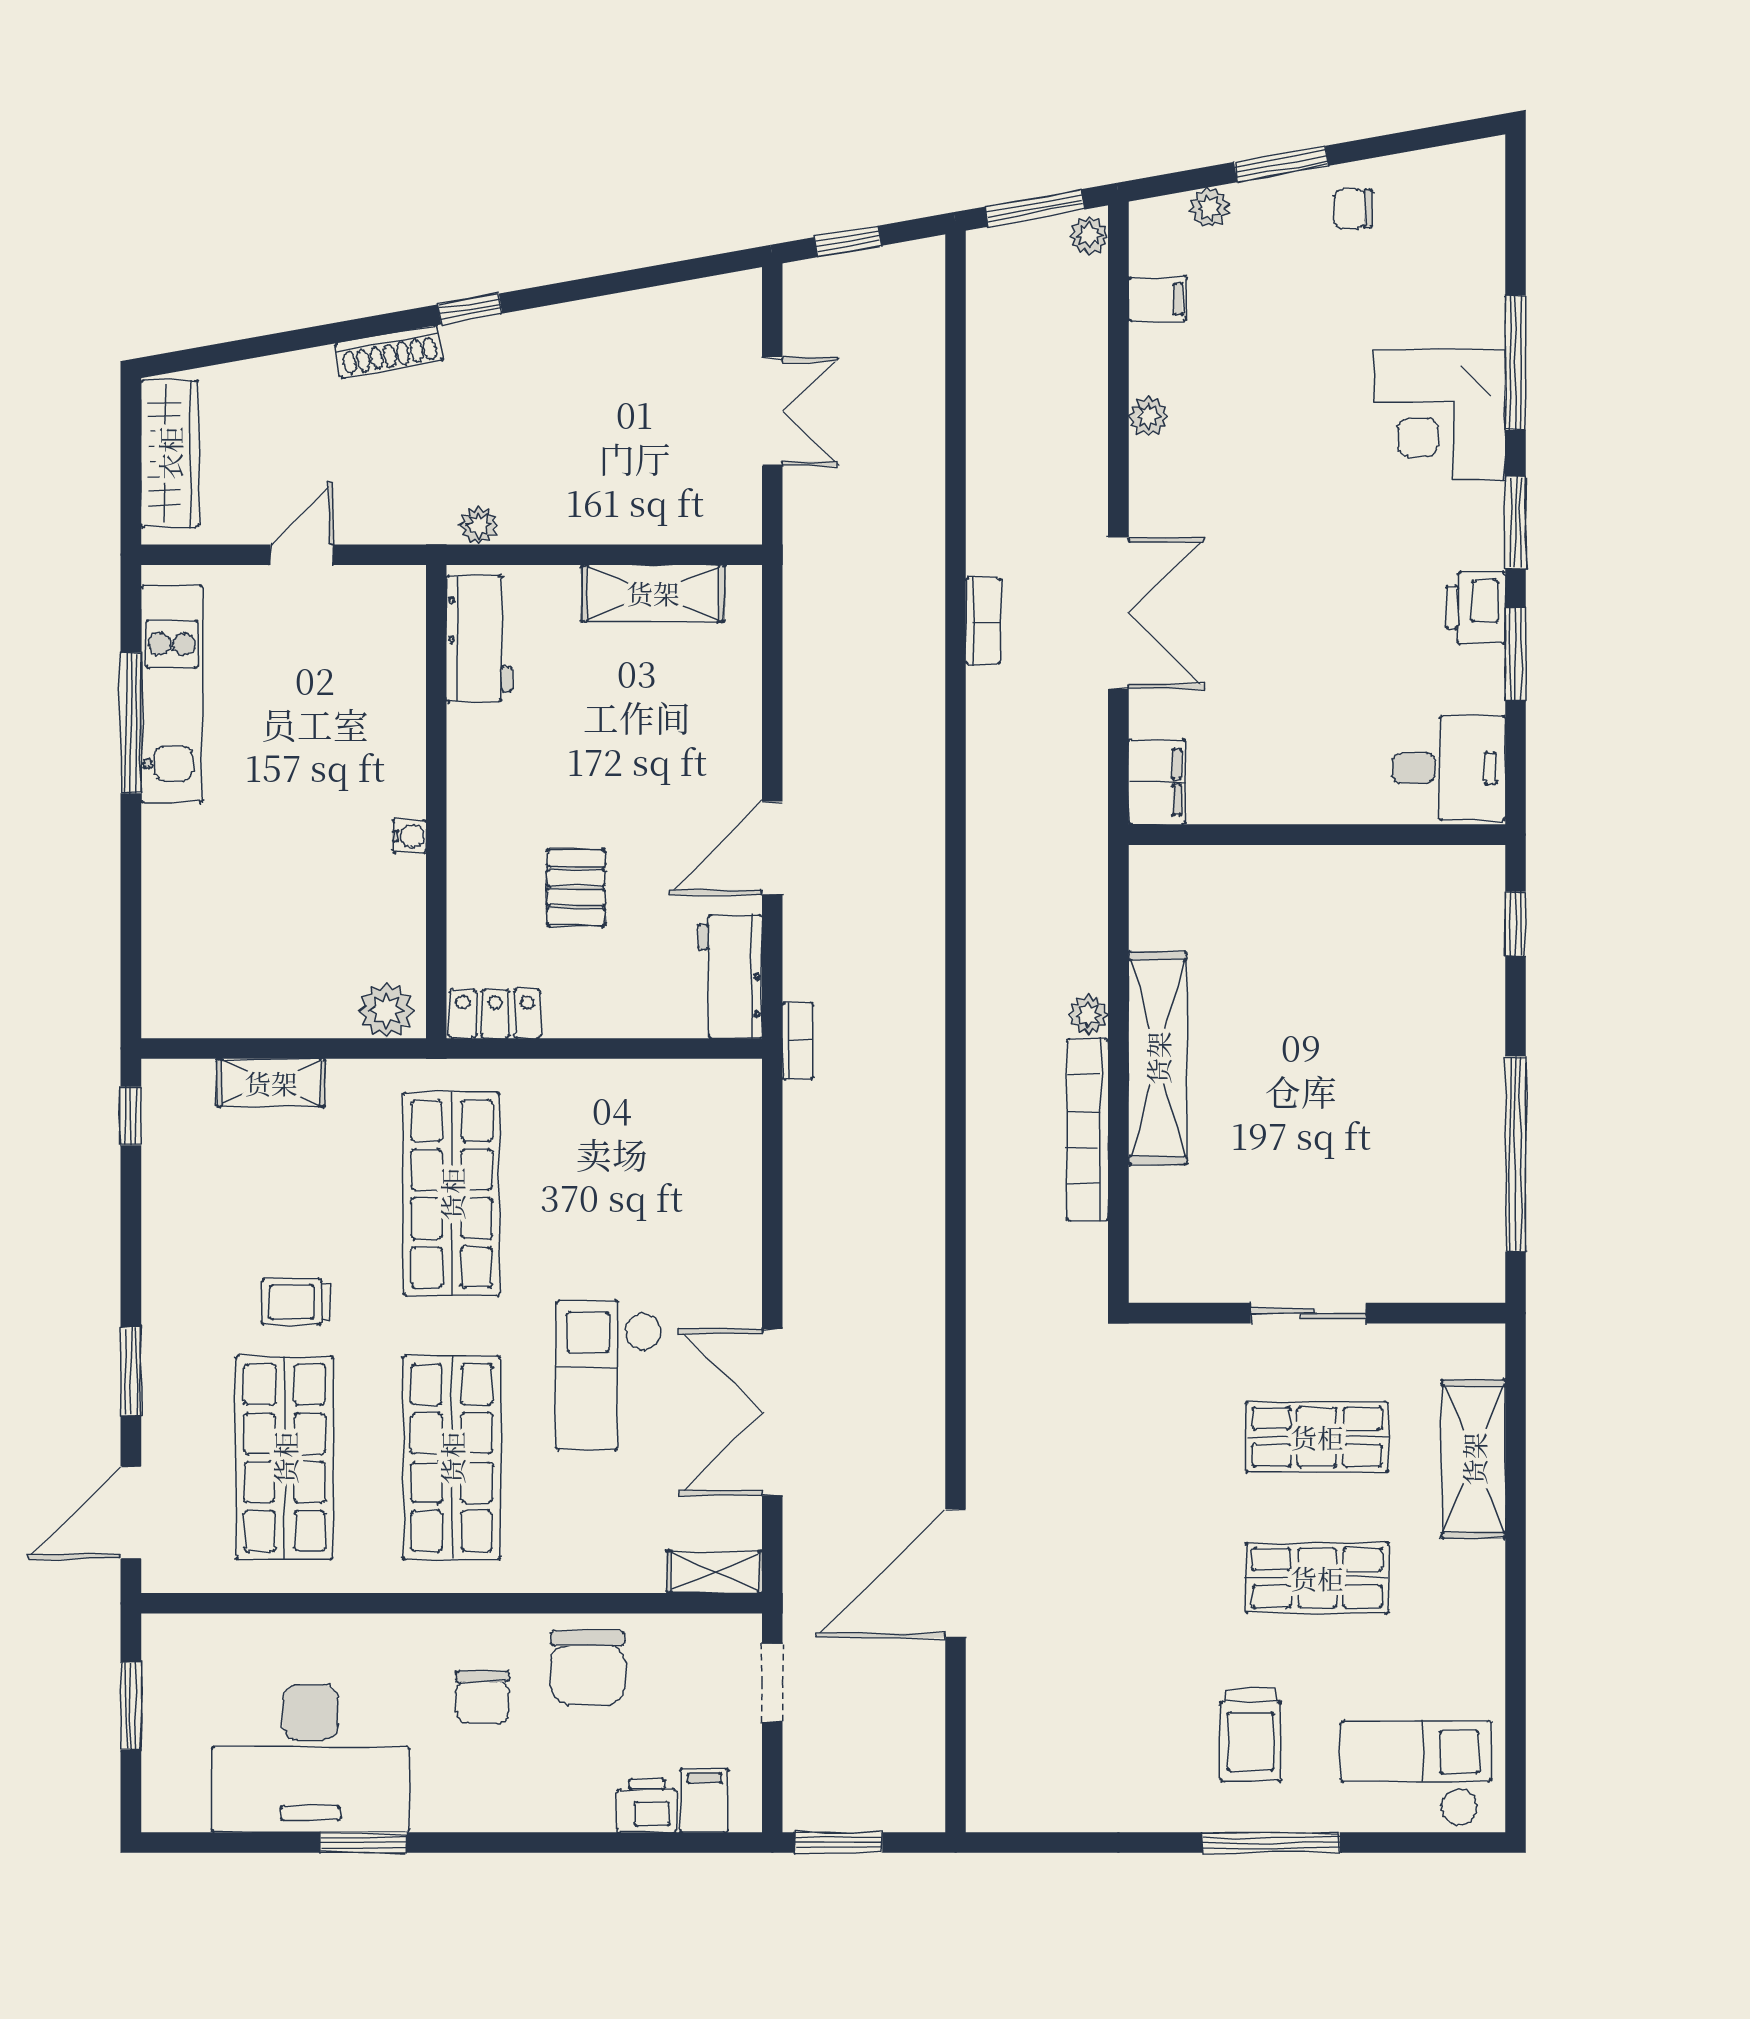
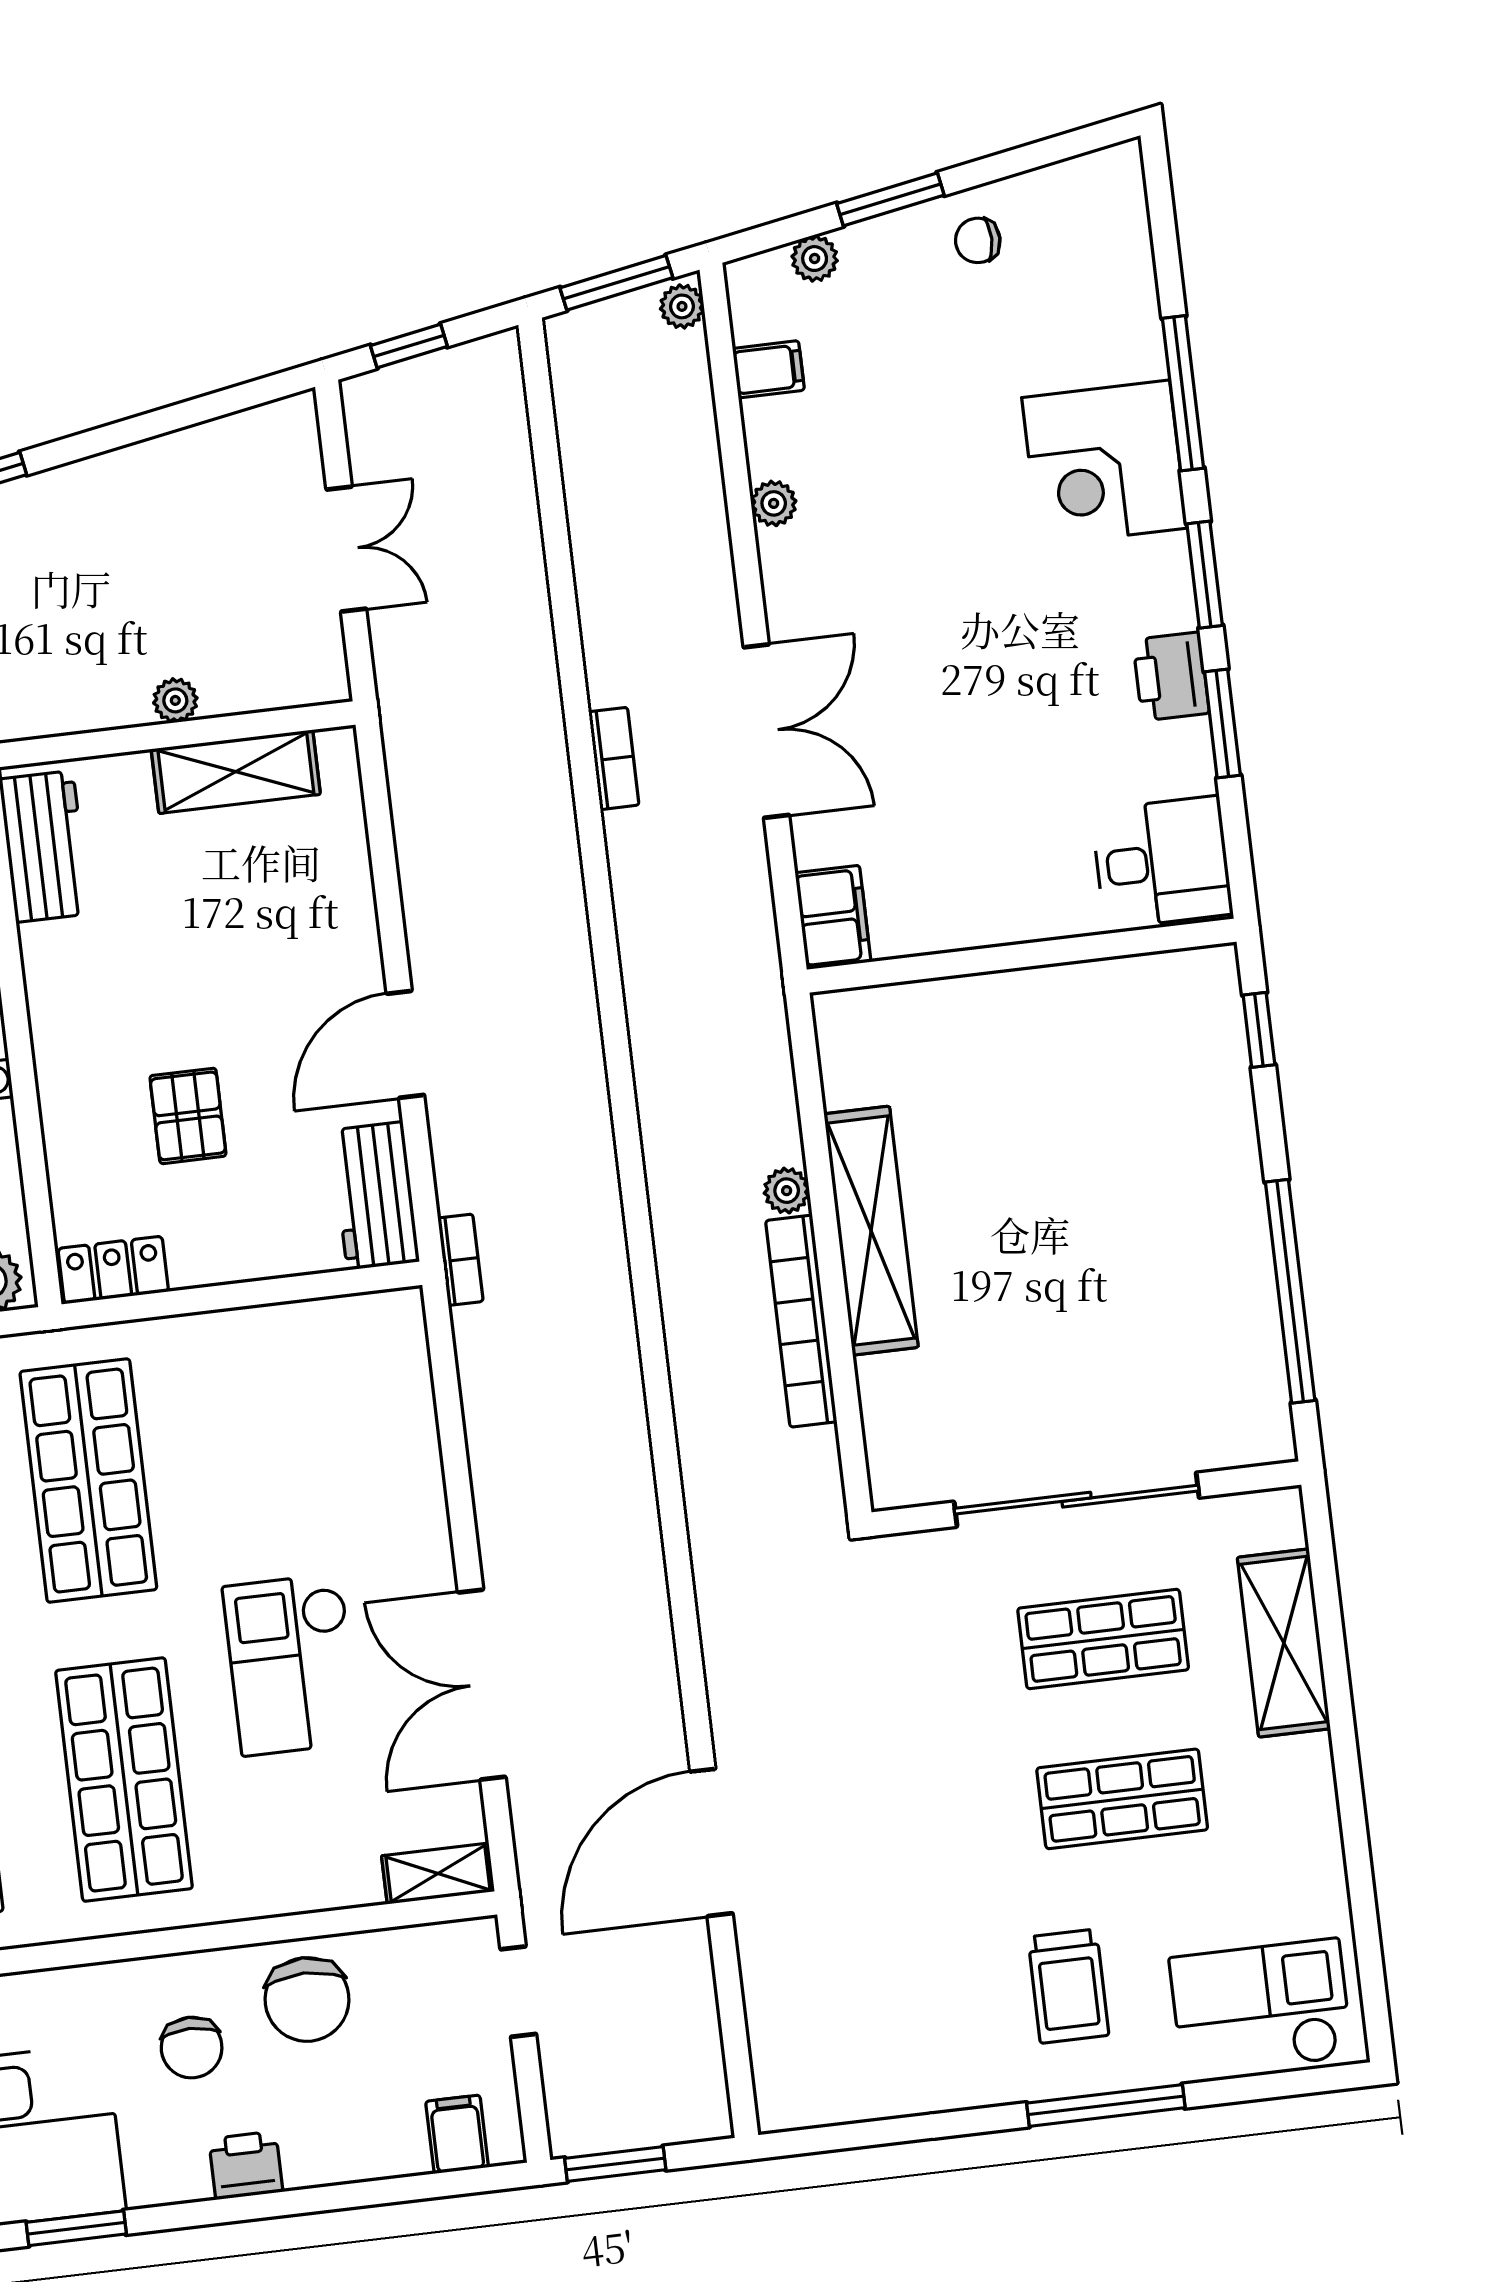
plant: (479, 525) -> (175, 700), moved
sliding door: (1308, 1313) -> (1077, 1500), width x1.86
printer: (647, 1806) -> (246, 2165), moved

